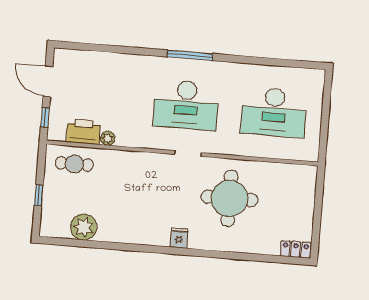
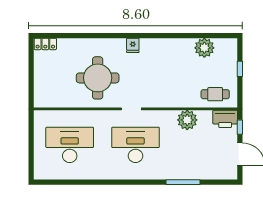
window: (190, 55) -> (183, 182), moved
printer: (83, 132) -> (225, 119), moved
plant: (108, 138) -> (187, 120), width x1.88, depth x1.88

